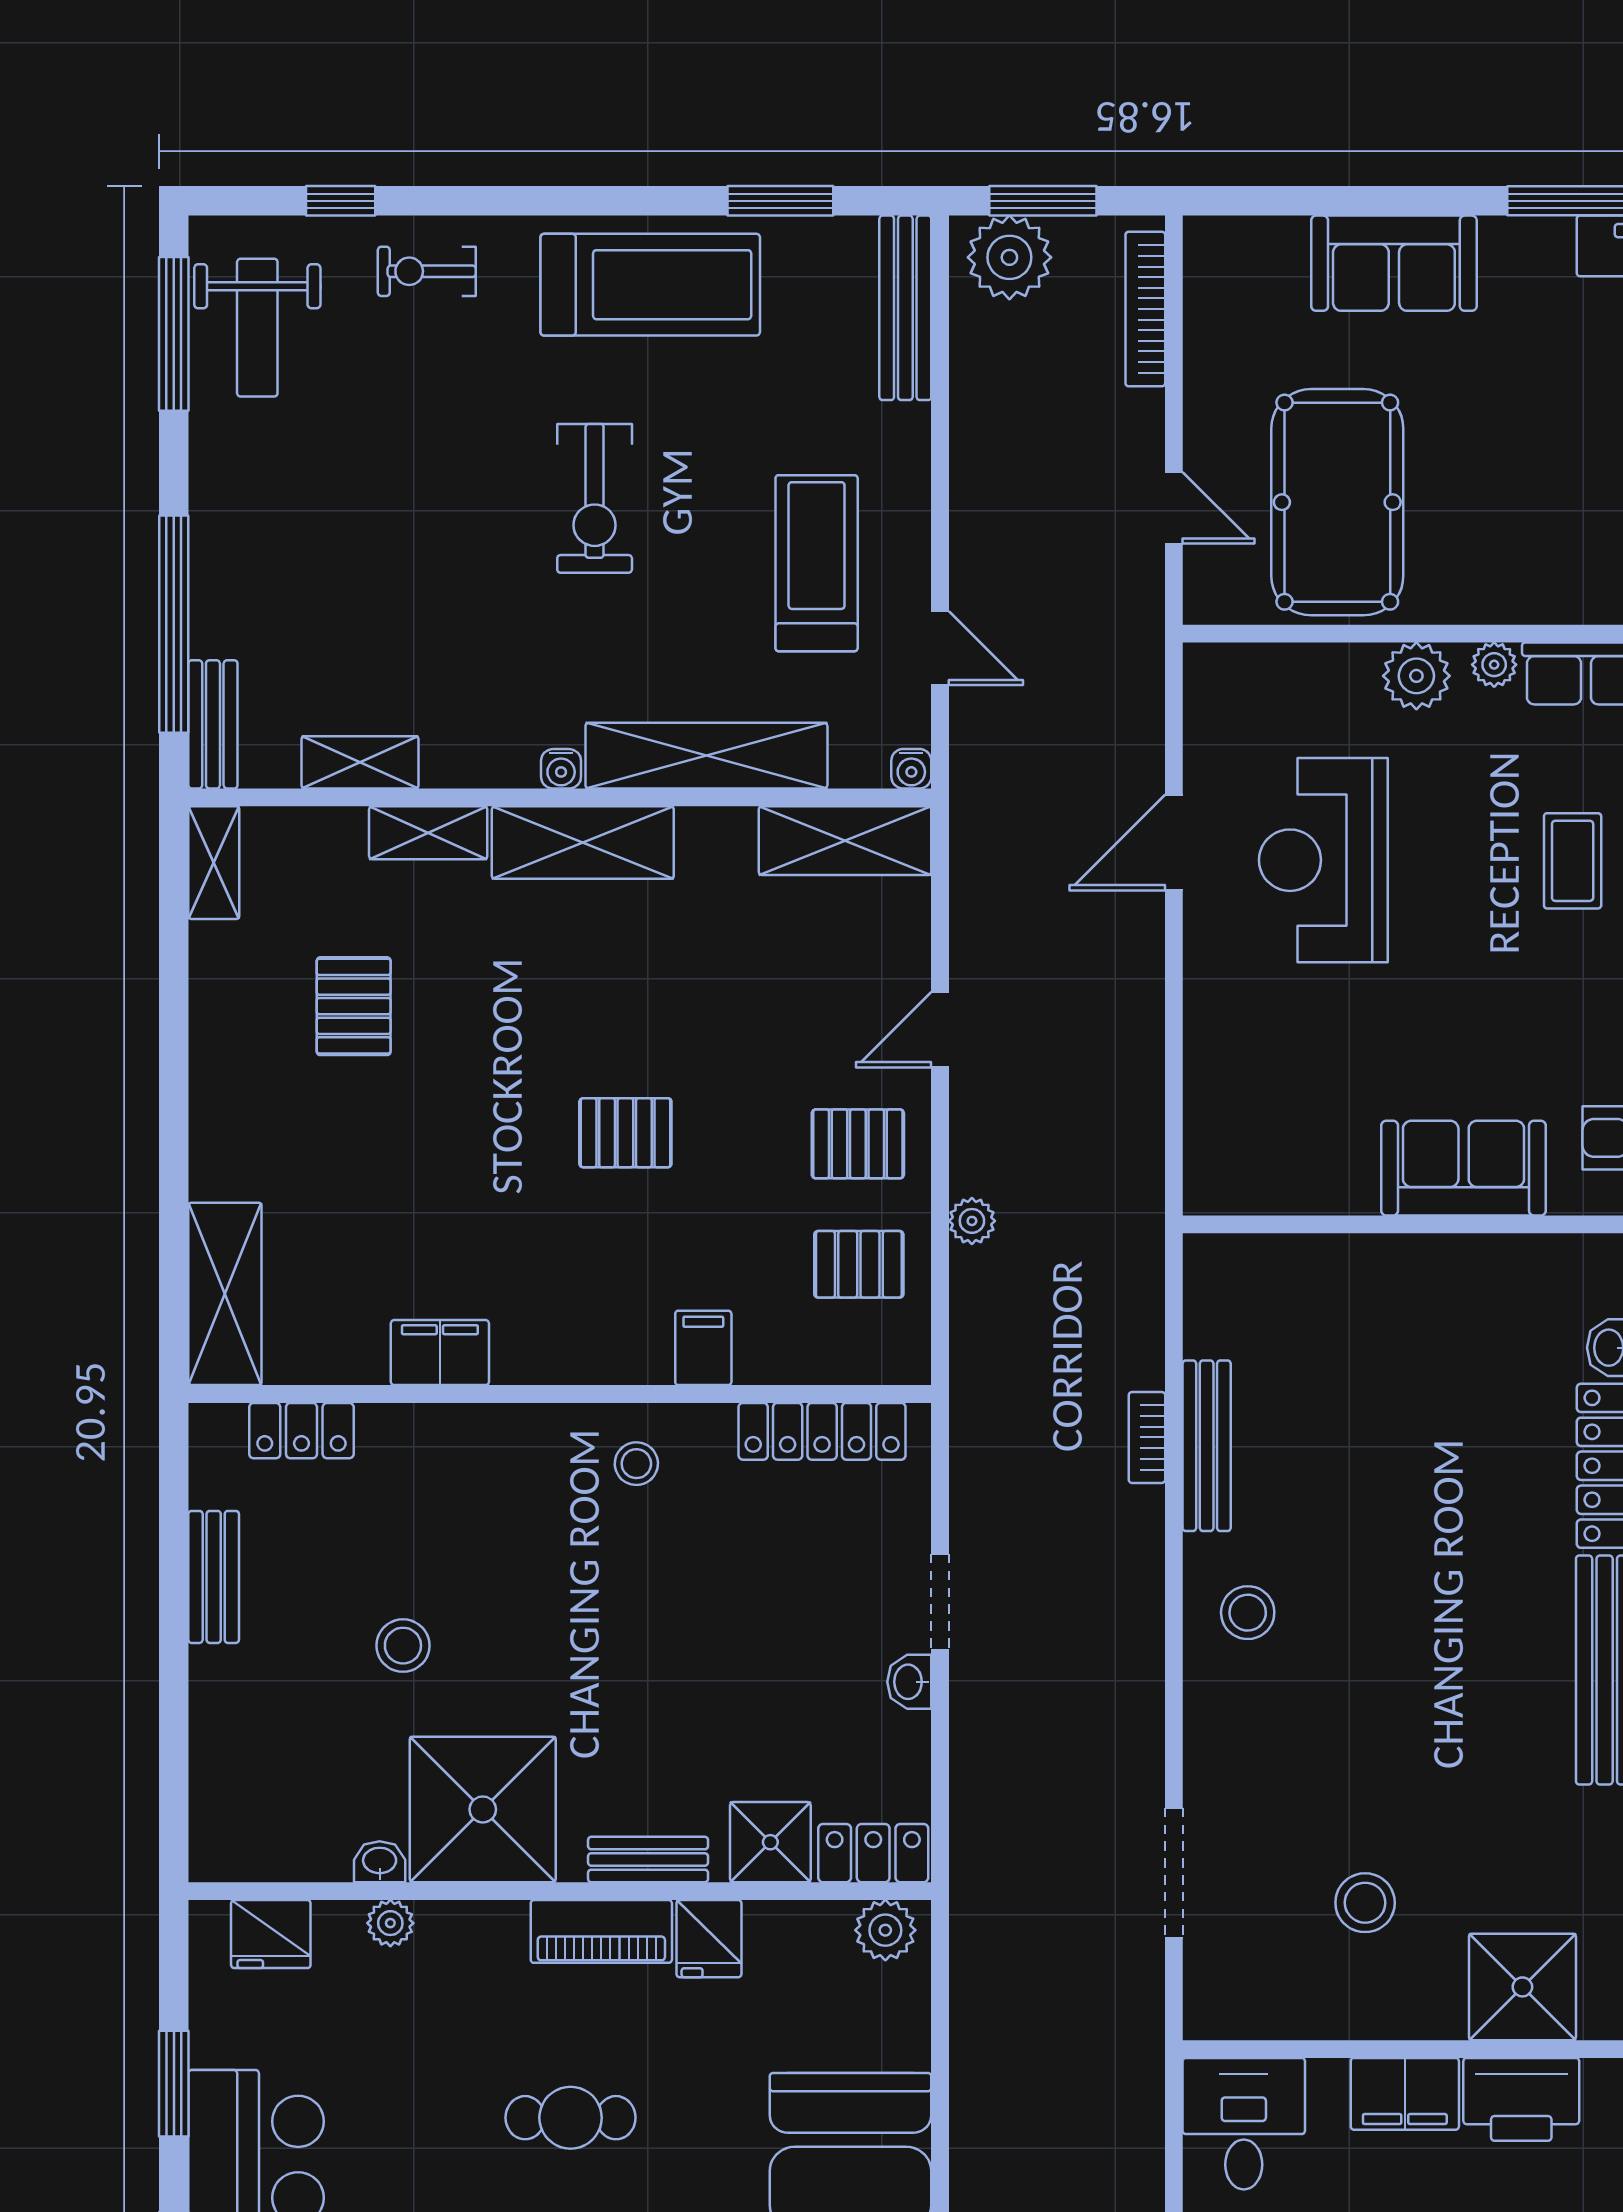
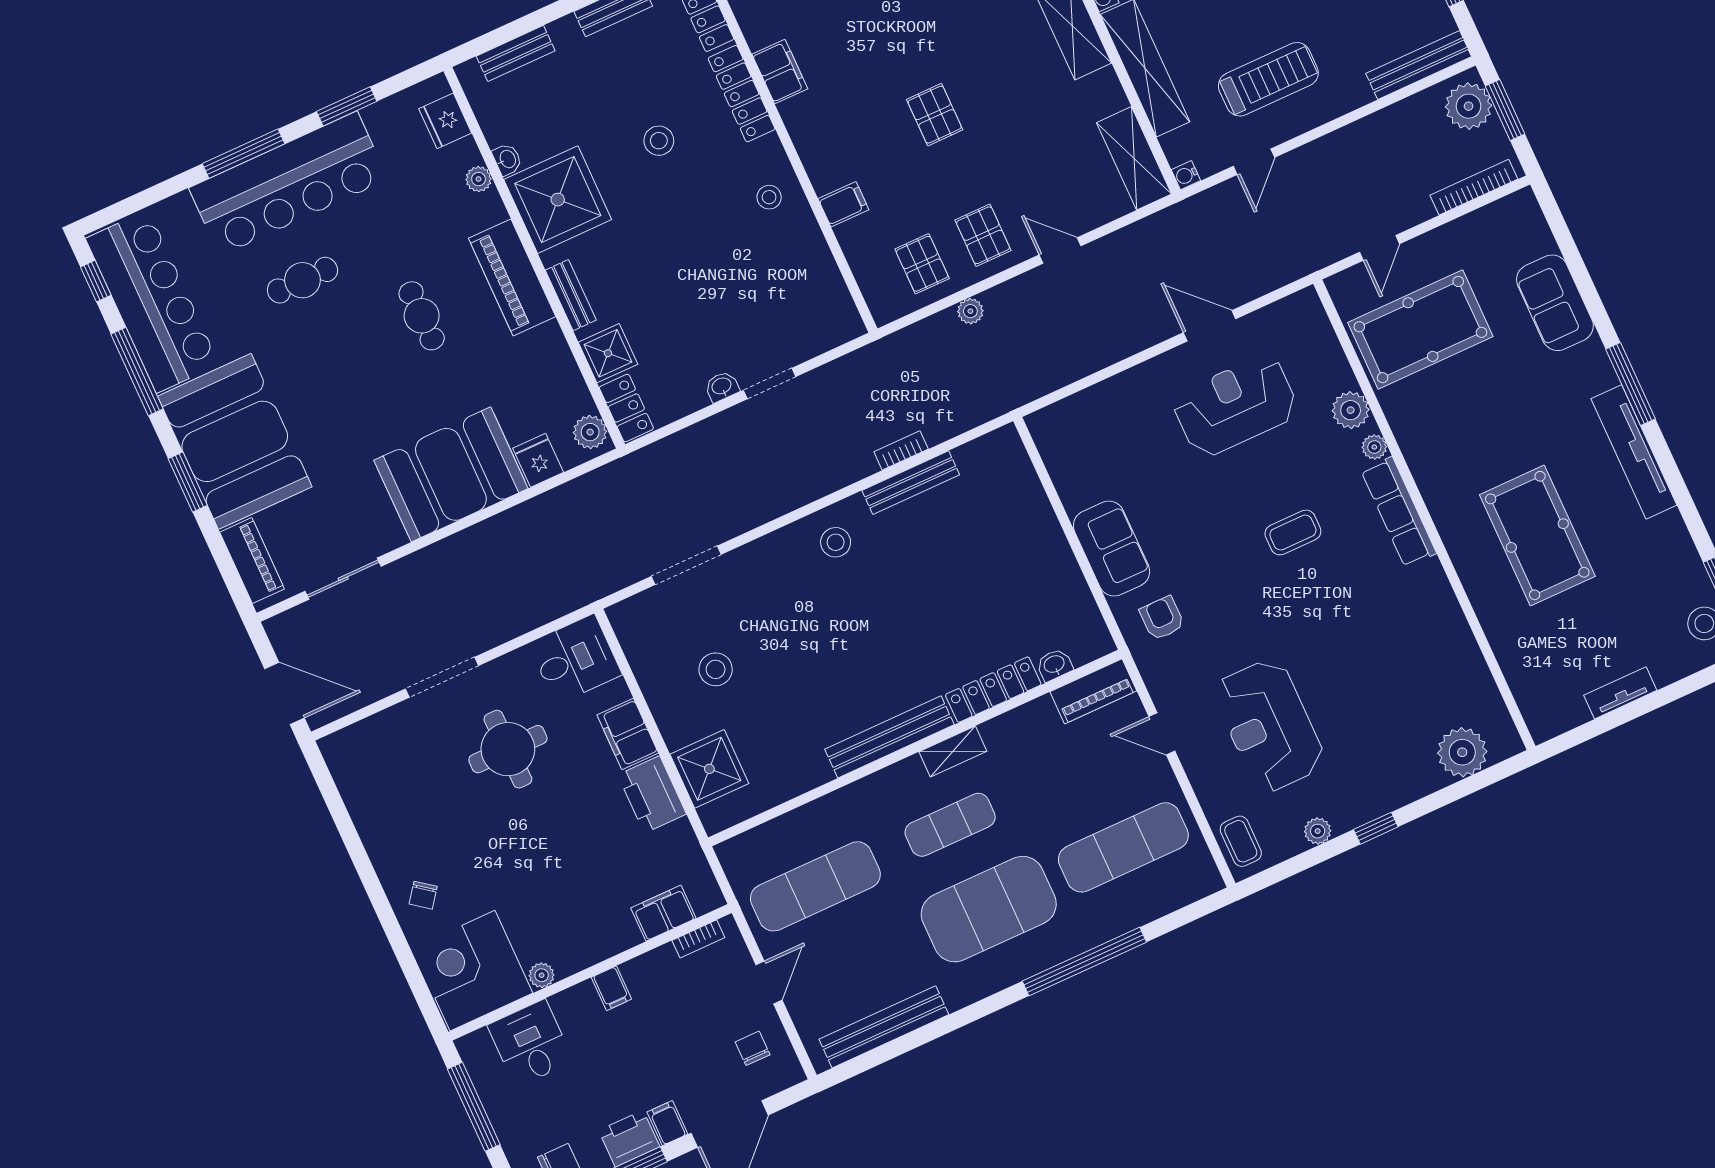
locker: (822, 1431) -> (742, 94), moved
stool: (403, 1646) -> (659, 141), moved
bench: (214, 1769) -> (516, 53), added
piano: (601, 1931) -> (512, 277), width x1.37, depth x1.33
fridge: (709, 1939) -> (538, 460), moved, turned 90

